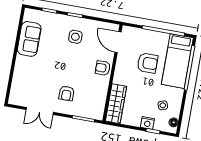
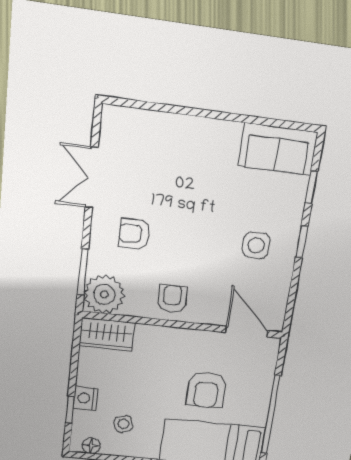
sofa: (29, 39) -> (278, 149), moved
door: (118, 42) -> (247, 332), hinge flipped
armchair: (103, 68) -> (172, 299), moved
wardrobe: (116, 104) -> (107, 334), width x0.67
plant: (95, 110) -> (104, 294), added

